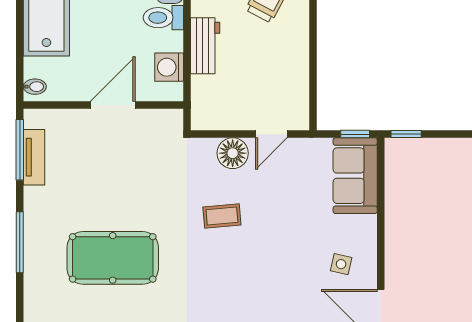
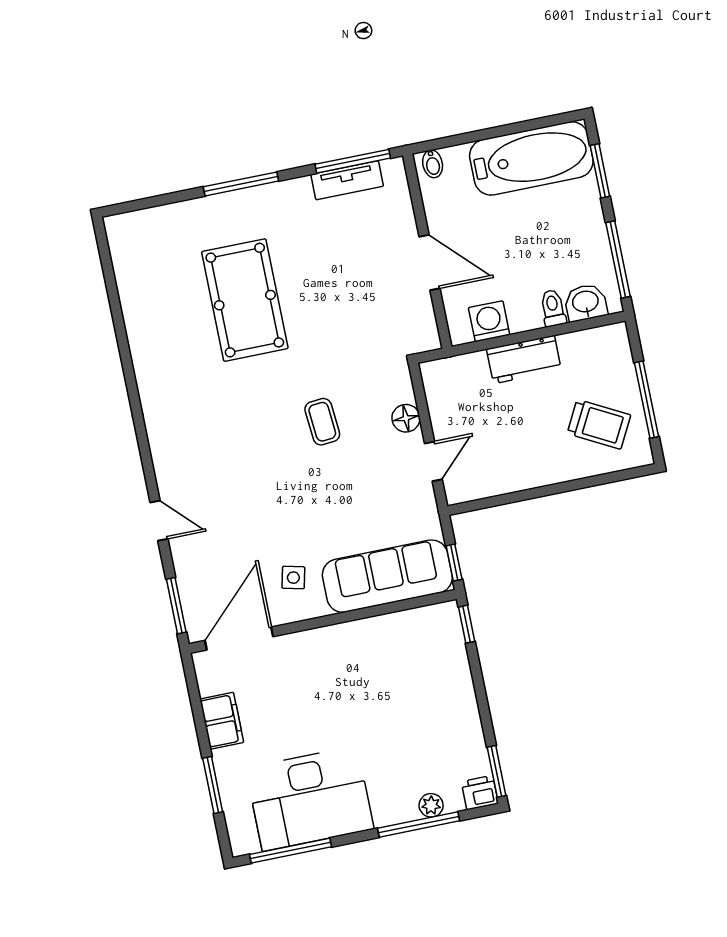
toilet: (163, 18) -> (553, 308), width x0.73, depth x0.72
door: (271, 134) -> (433, 461), swing flipped
floor lamp: (233, 153) -> (406, 418), width x0.73, depth x0.73
sofa: (355, 176) -> (387, 576), width x1.36

